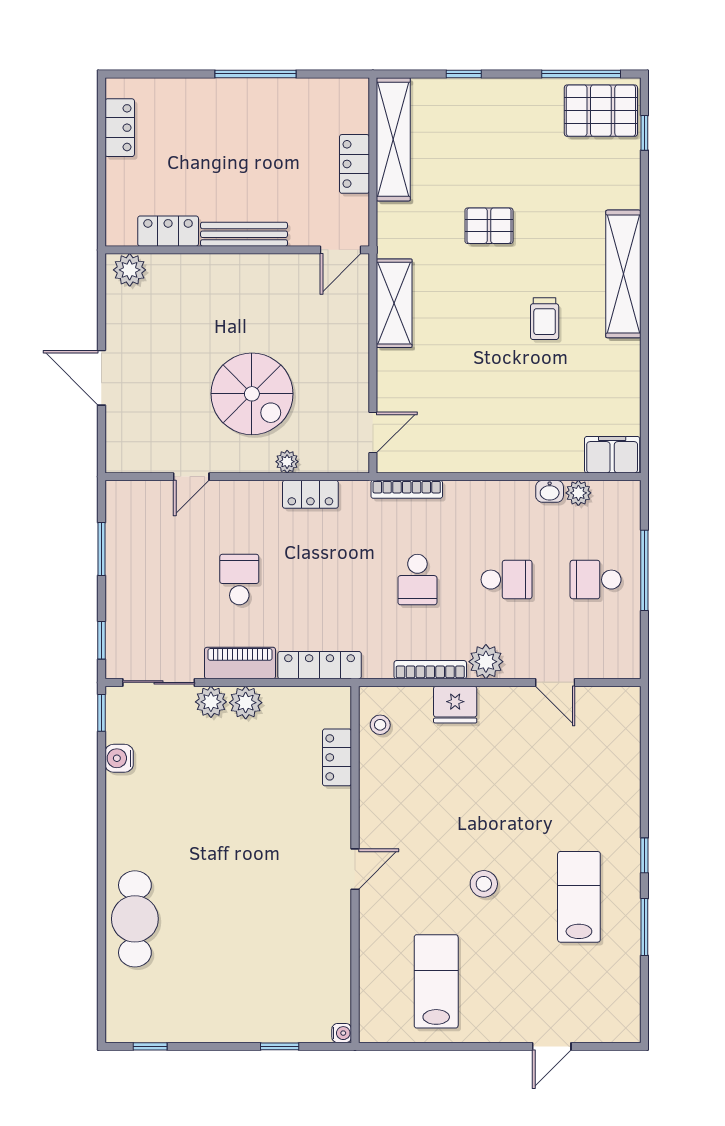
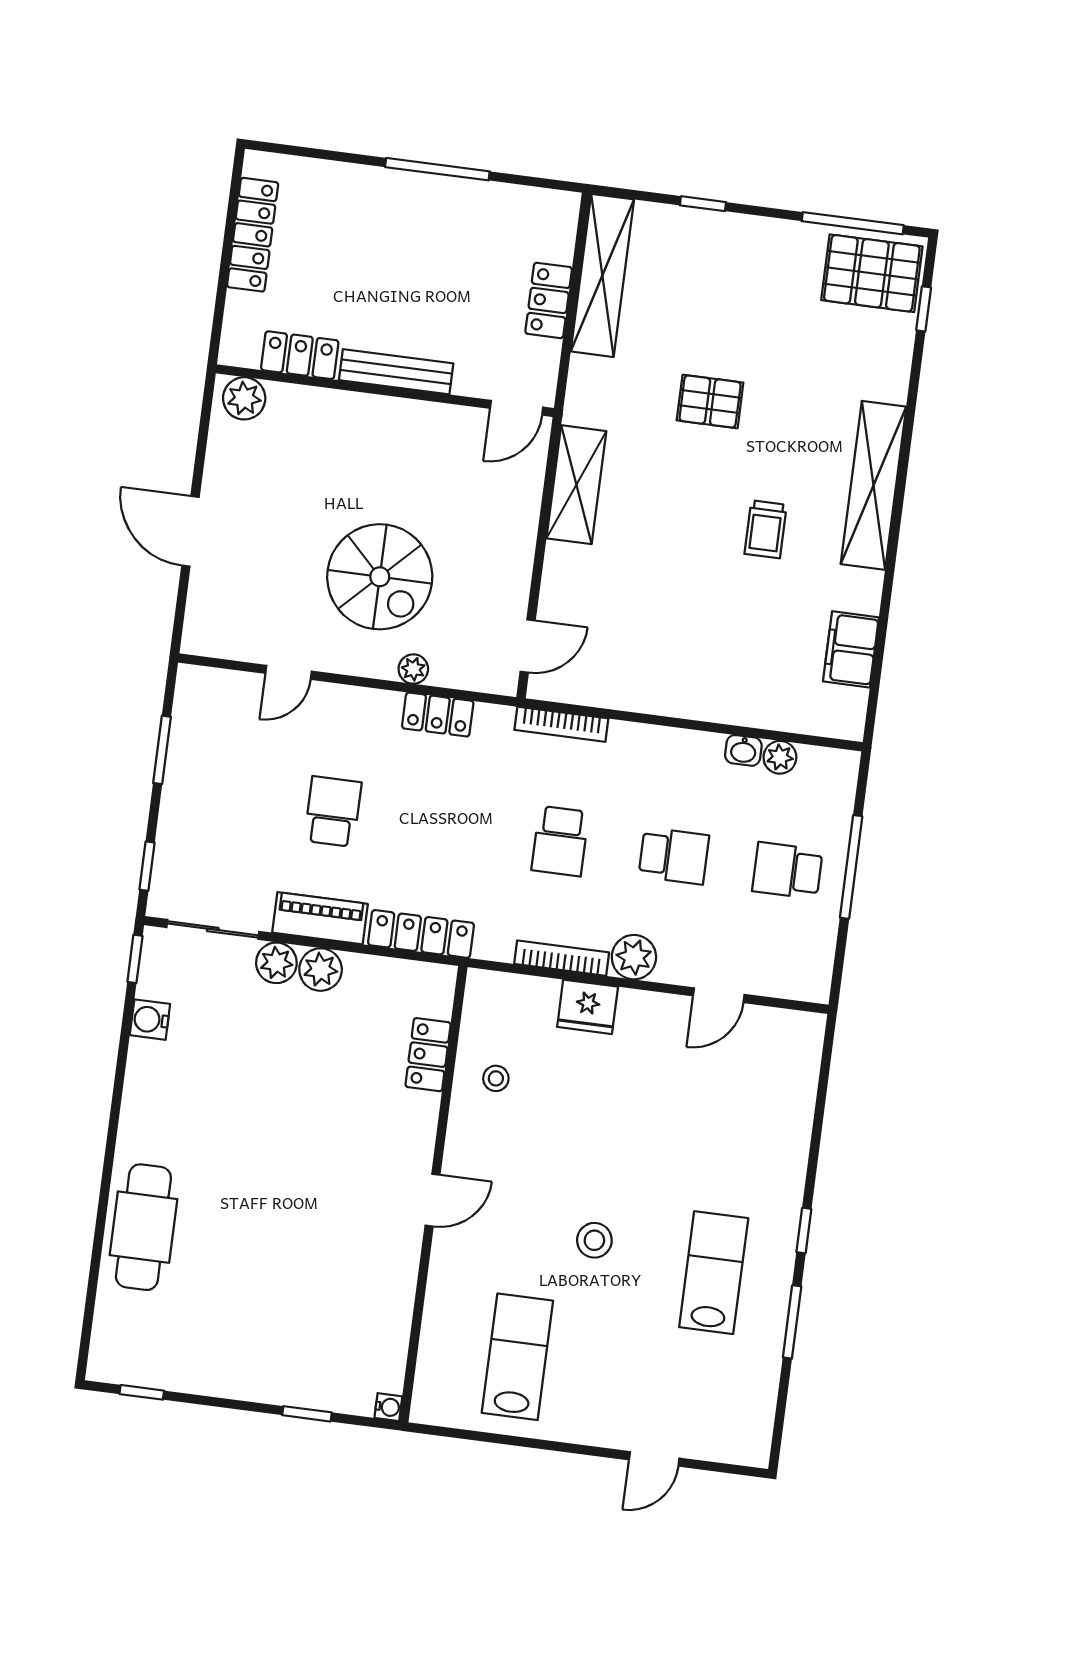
locker: (120, 128) -> (253, 235), width x1.53
filing cabinet: (612, 455) -> (851, 649), moved, turned -90
door: (555, 682) -> (719, 995), hinge flipped
stool: (380, 725) -> (496, 1078), moved

